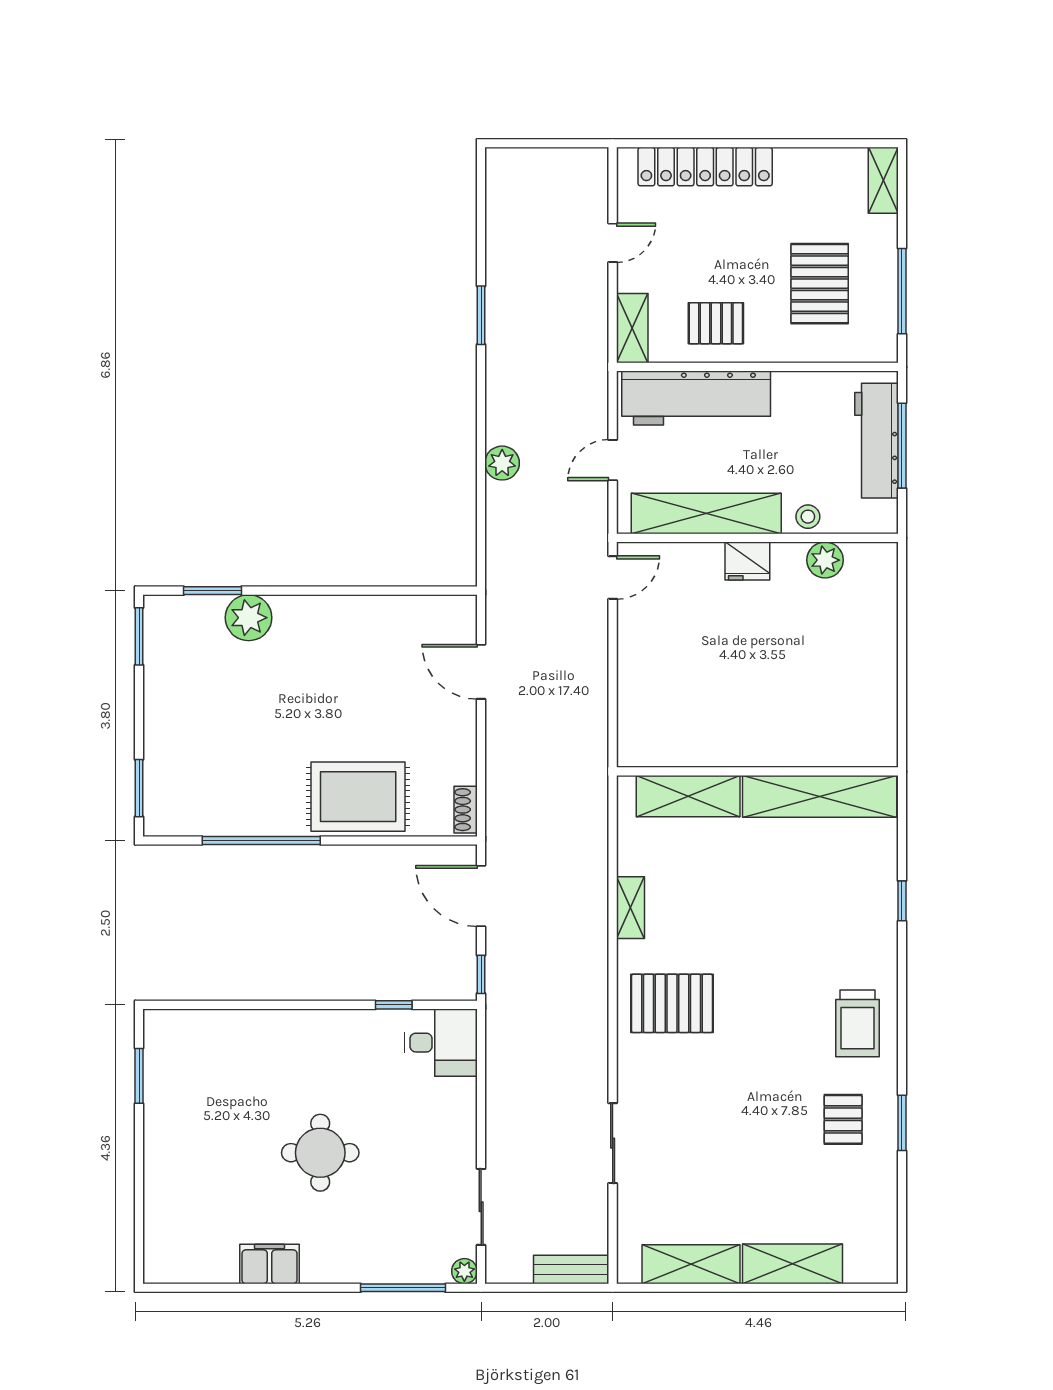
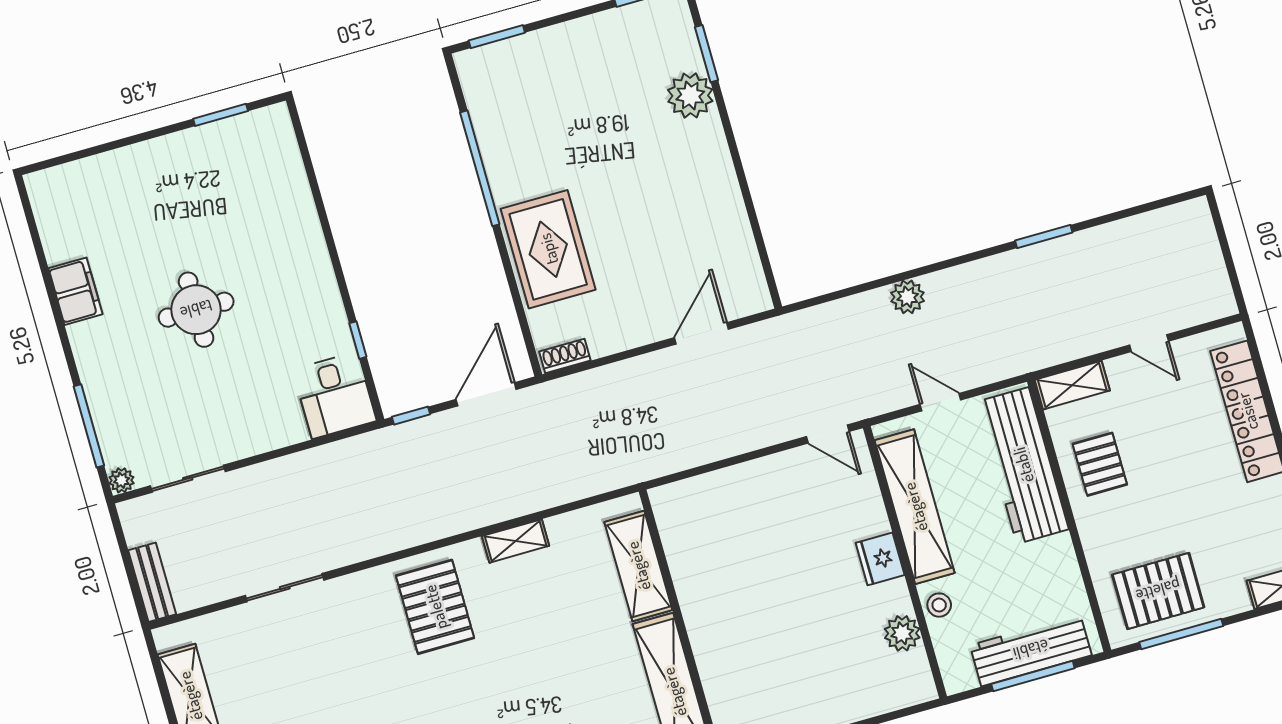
pallet: (820, 284) -> (1158, 591), moved

